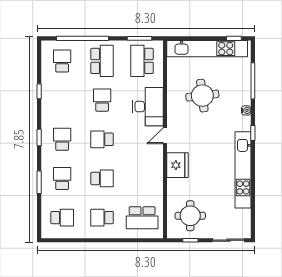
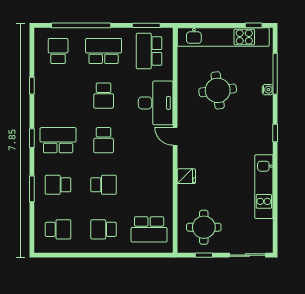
school desk: (102, 61) -> (104, 51), turned -90
school desk: (102, 100) -> (104, 96), turned 180
water cooler: (246, 110) -> (268, 90), moved
door: (165, 136) -> (175, 136), hinge flipped
school desk: (62, 139) -> (58, 140), width x1.85
school desk: (102, 139) -> (104, 140), turned -90
fridge: (178, 165) -> (186, 176), width x0.53, depth x0.75
kitchen unit: (243, 170) -> (264, 187), width x0.73
school desk: (62, 178) -> (58, 185), turned -90

